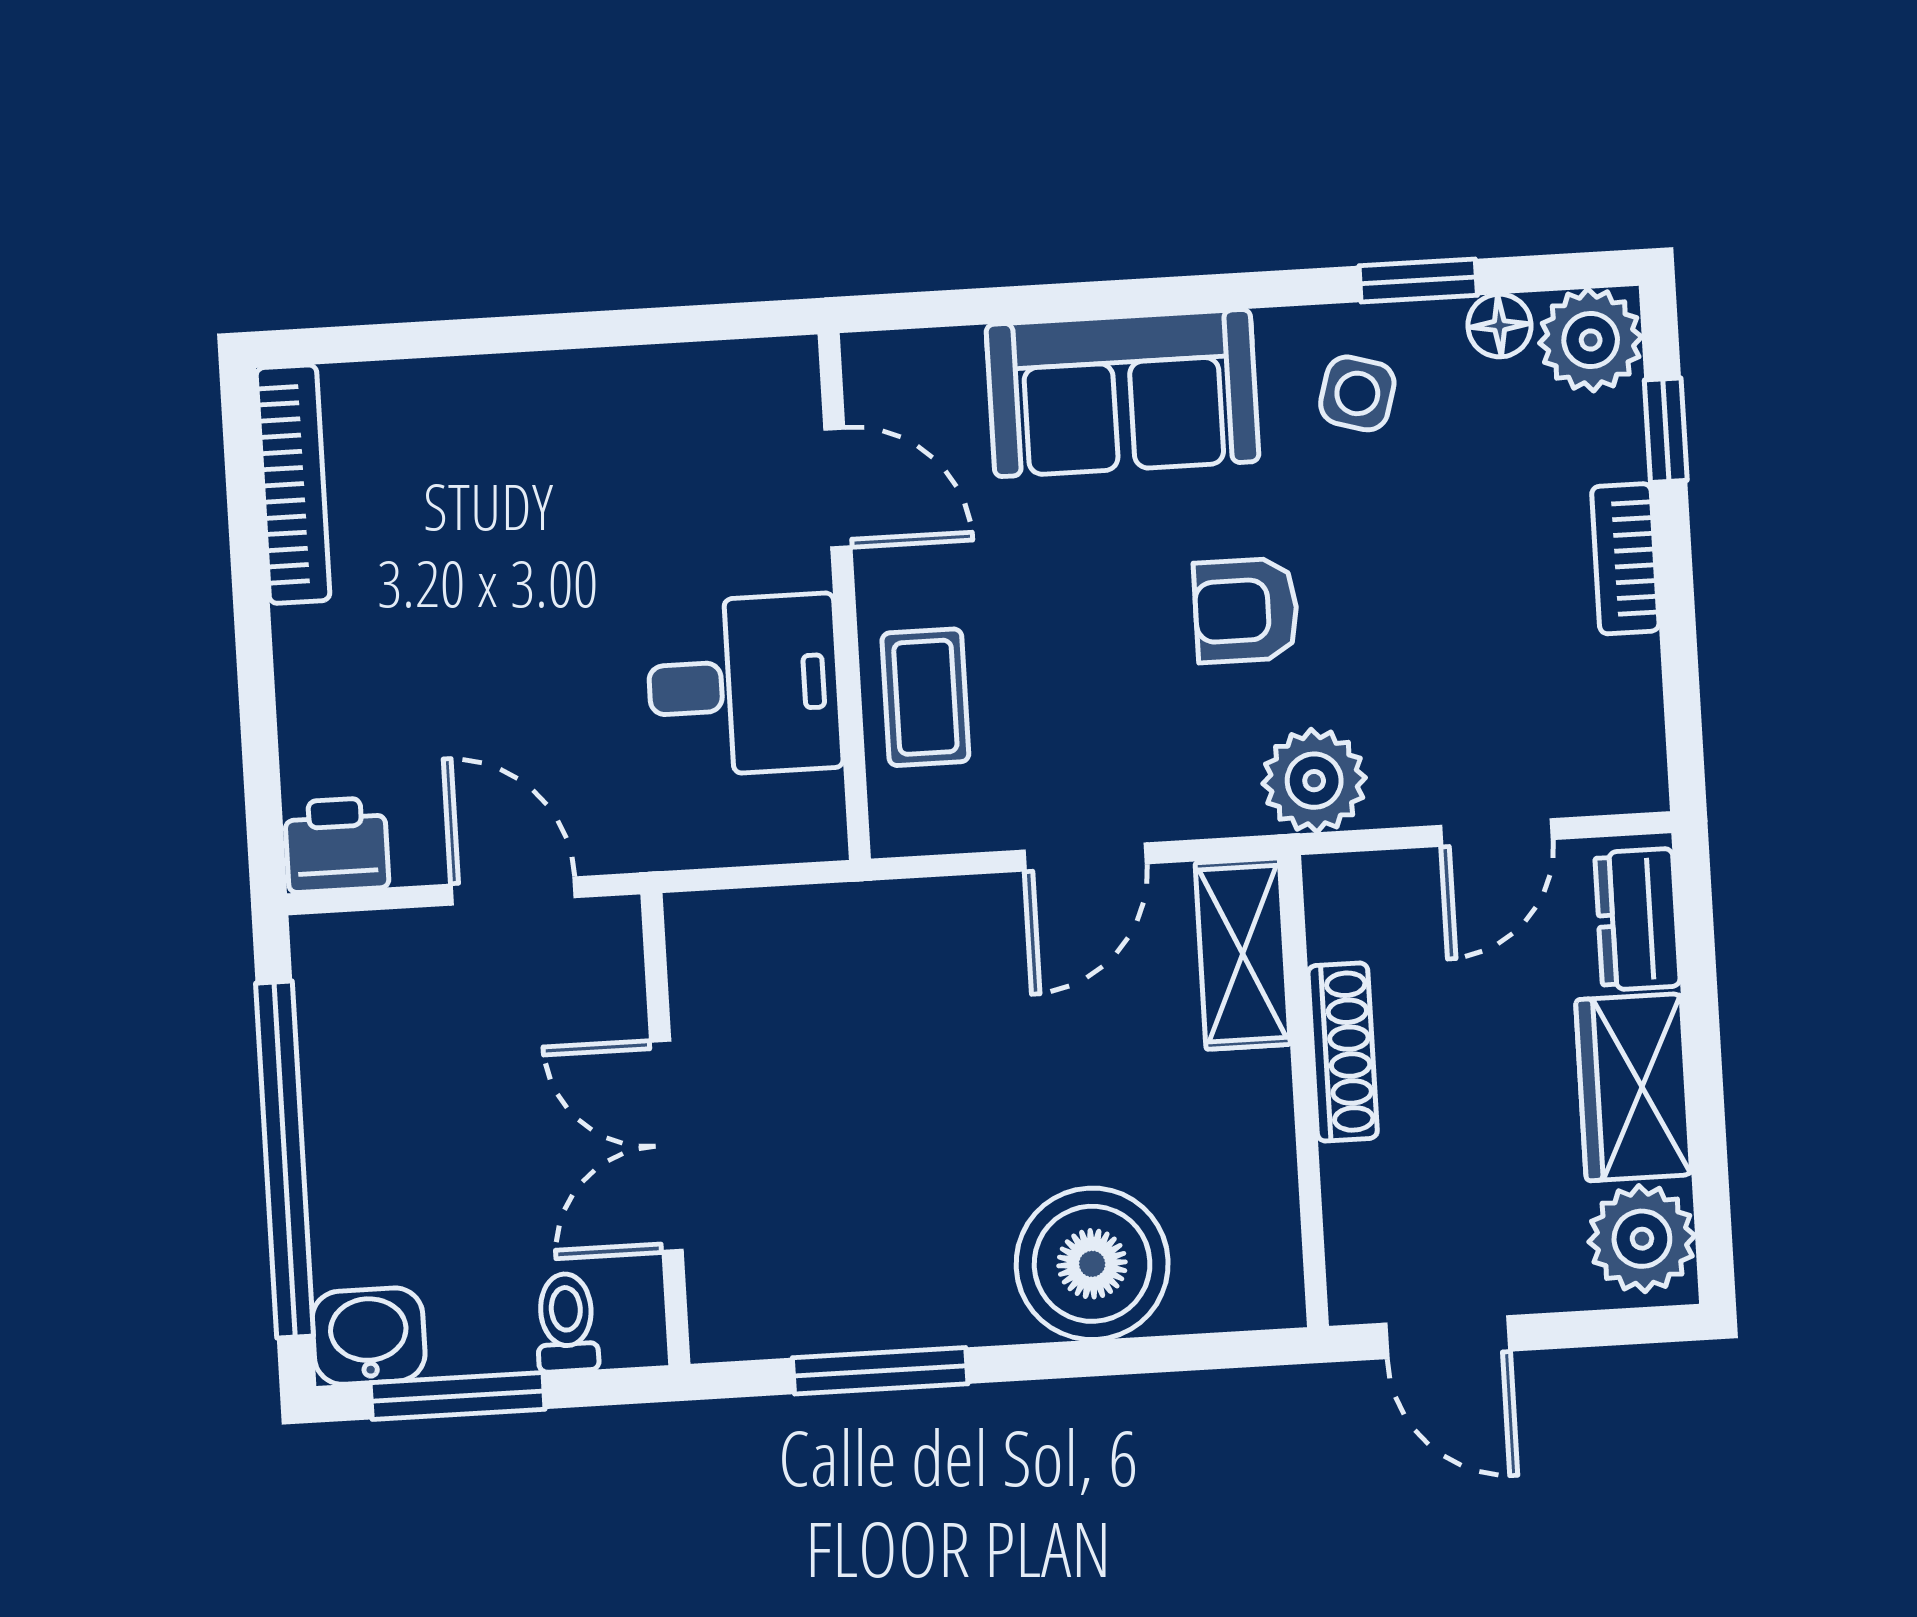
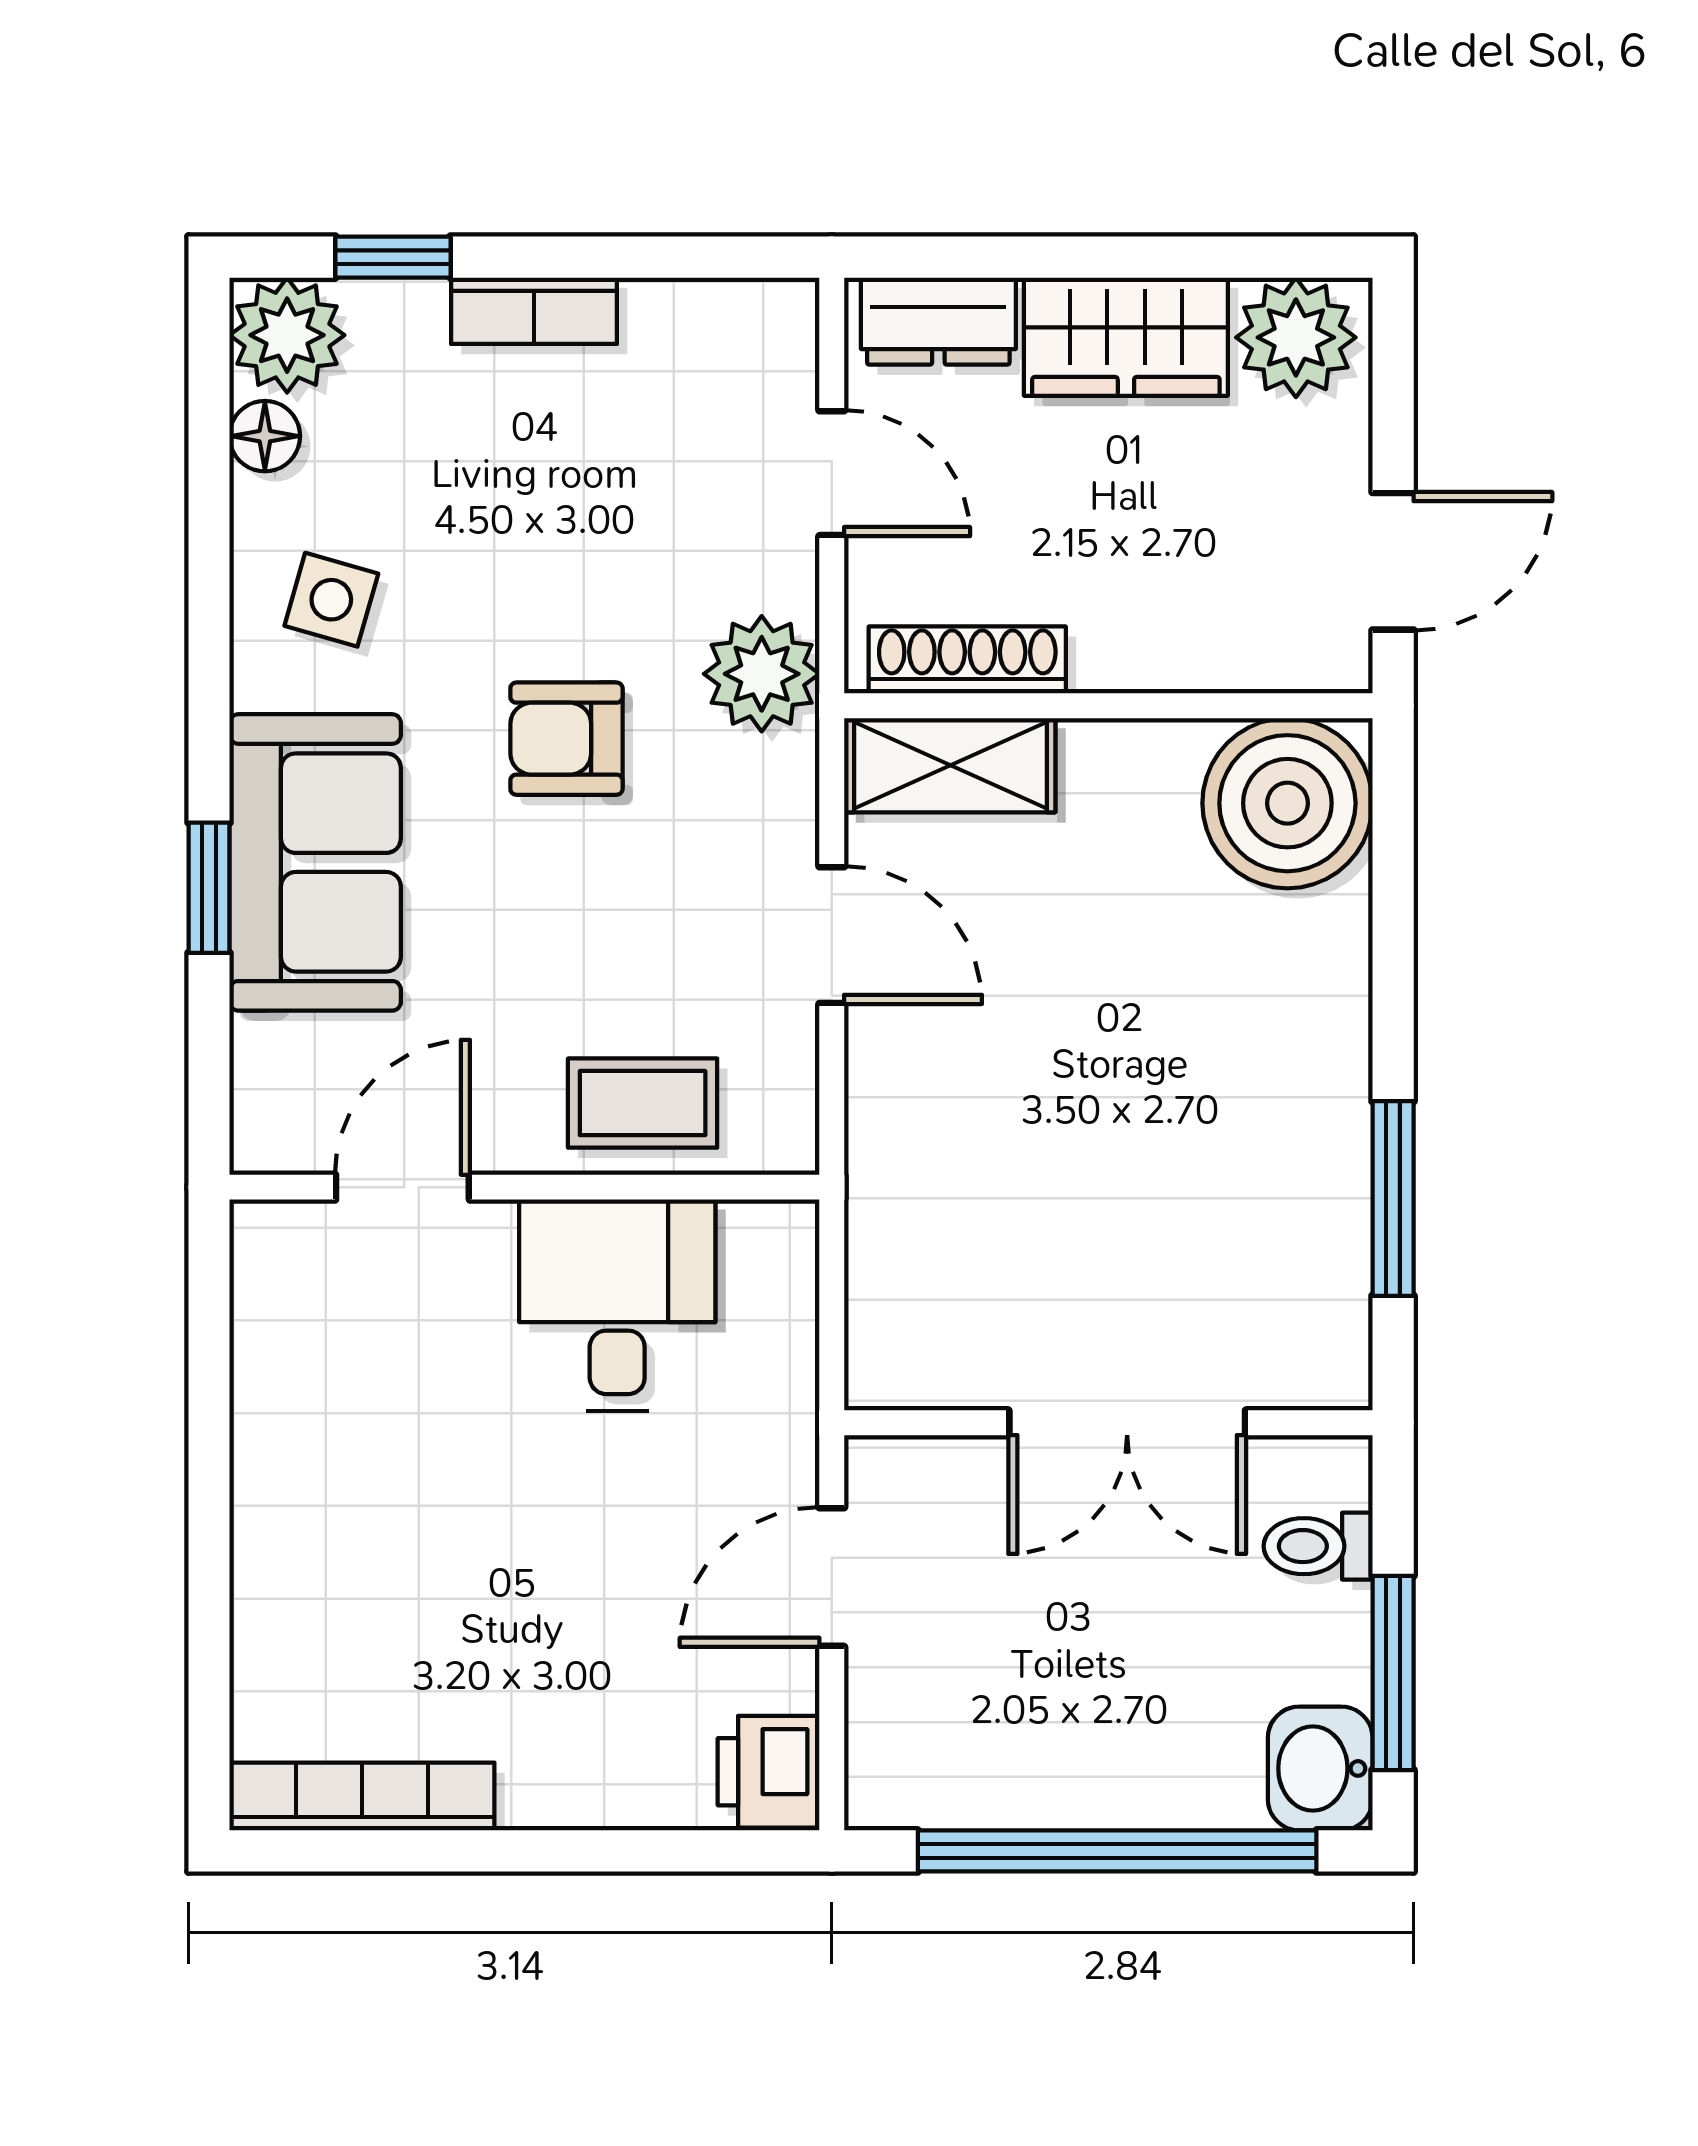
window: (1418, 281) -> (209, 888), moved
armchair: (1246, 610) -> (566, 739), turned 90
shoe rack: (1343, 1052) -> (967, 660), moved
boiler: (1092, 1264) -> (1287, 803), moved

